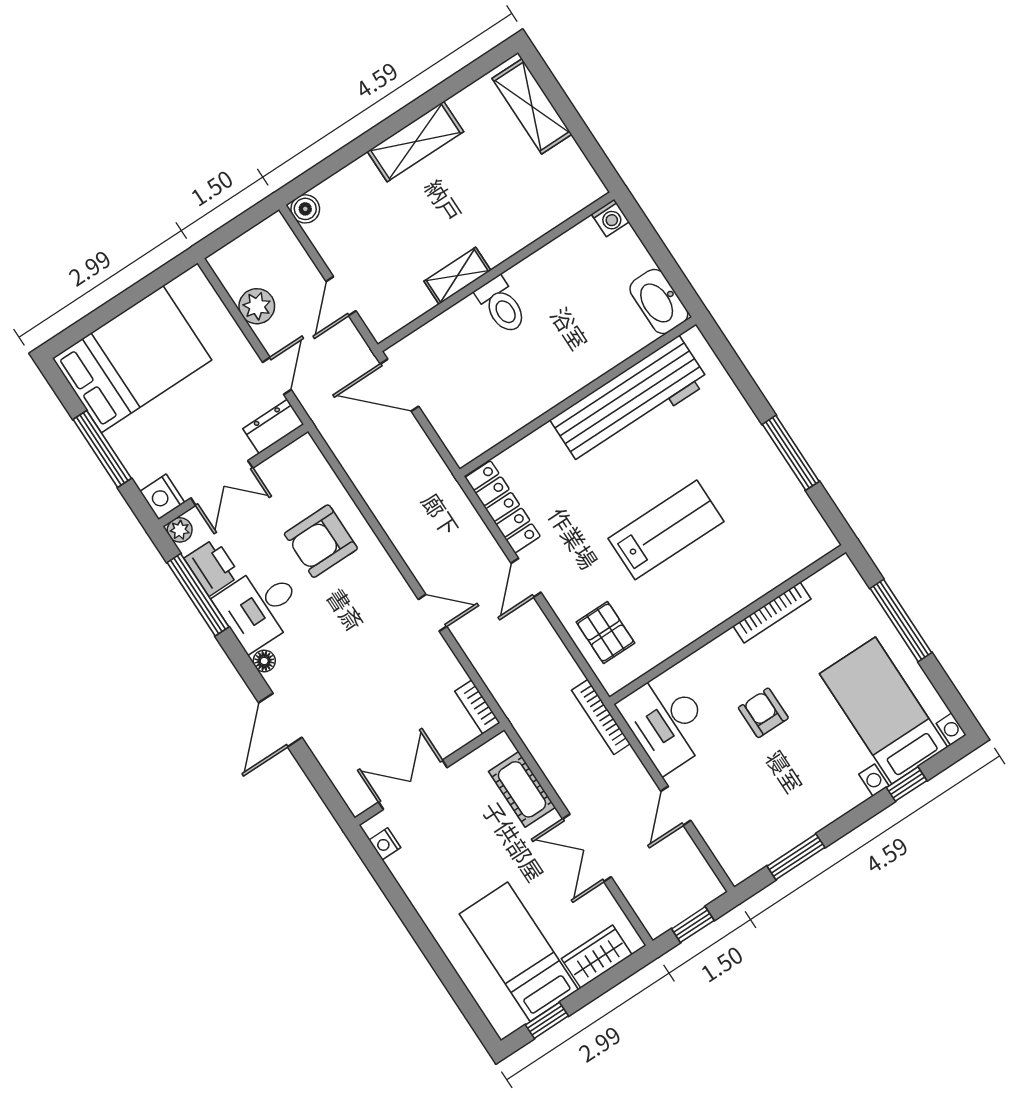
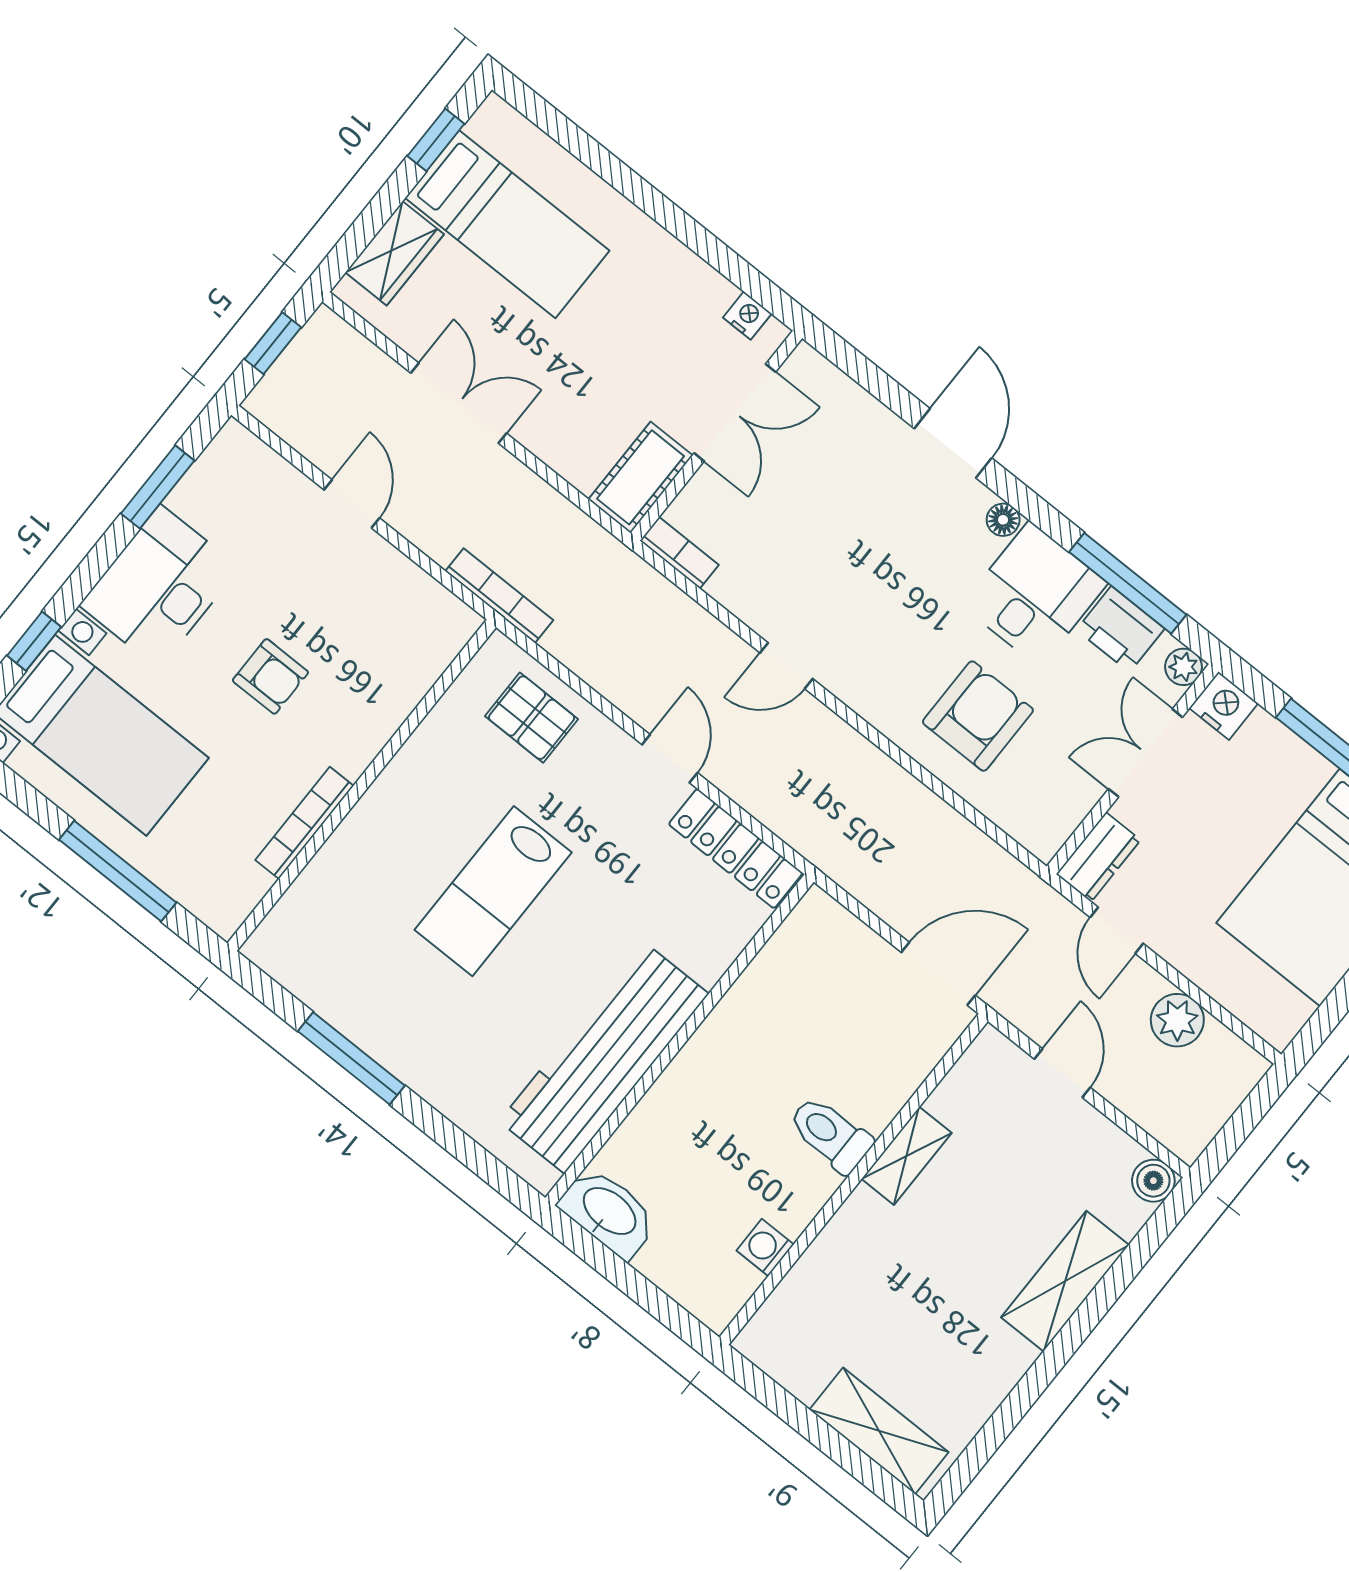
shelving: (415, 141) -> (1065, 1281), moved
washing machine: (610, 218) -> (765, 1248), moved
desk: (667, 722) -> (159, 587), moved, turned -90
cot: (522, 789) -> (641, 477), moved, turned 90

